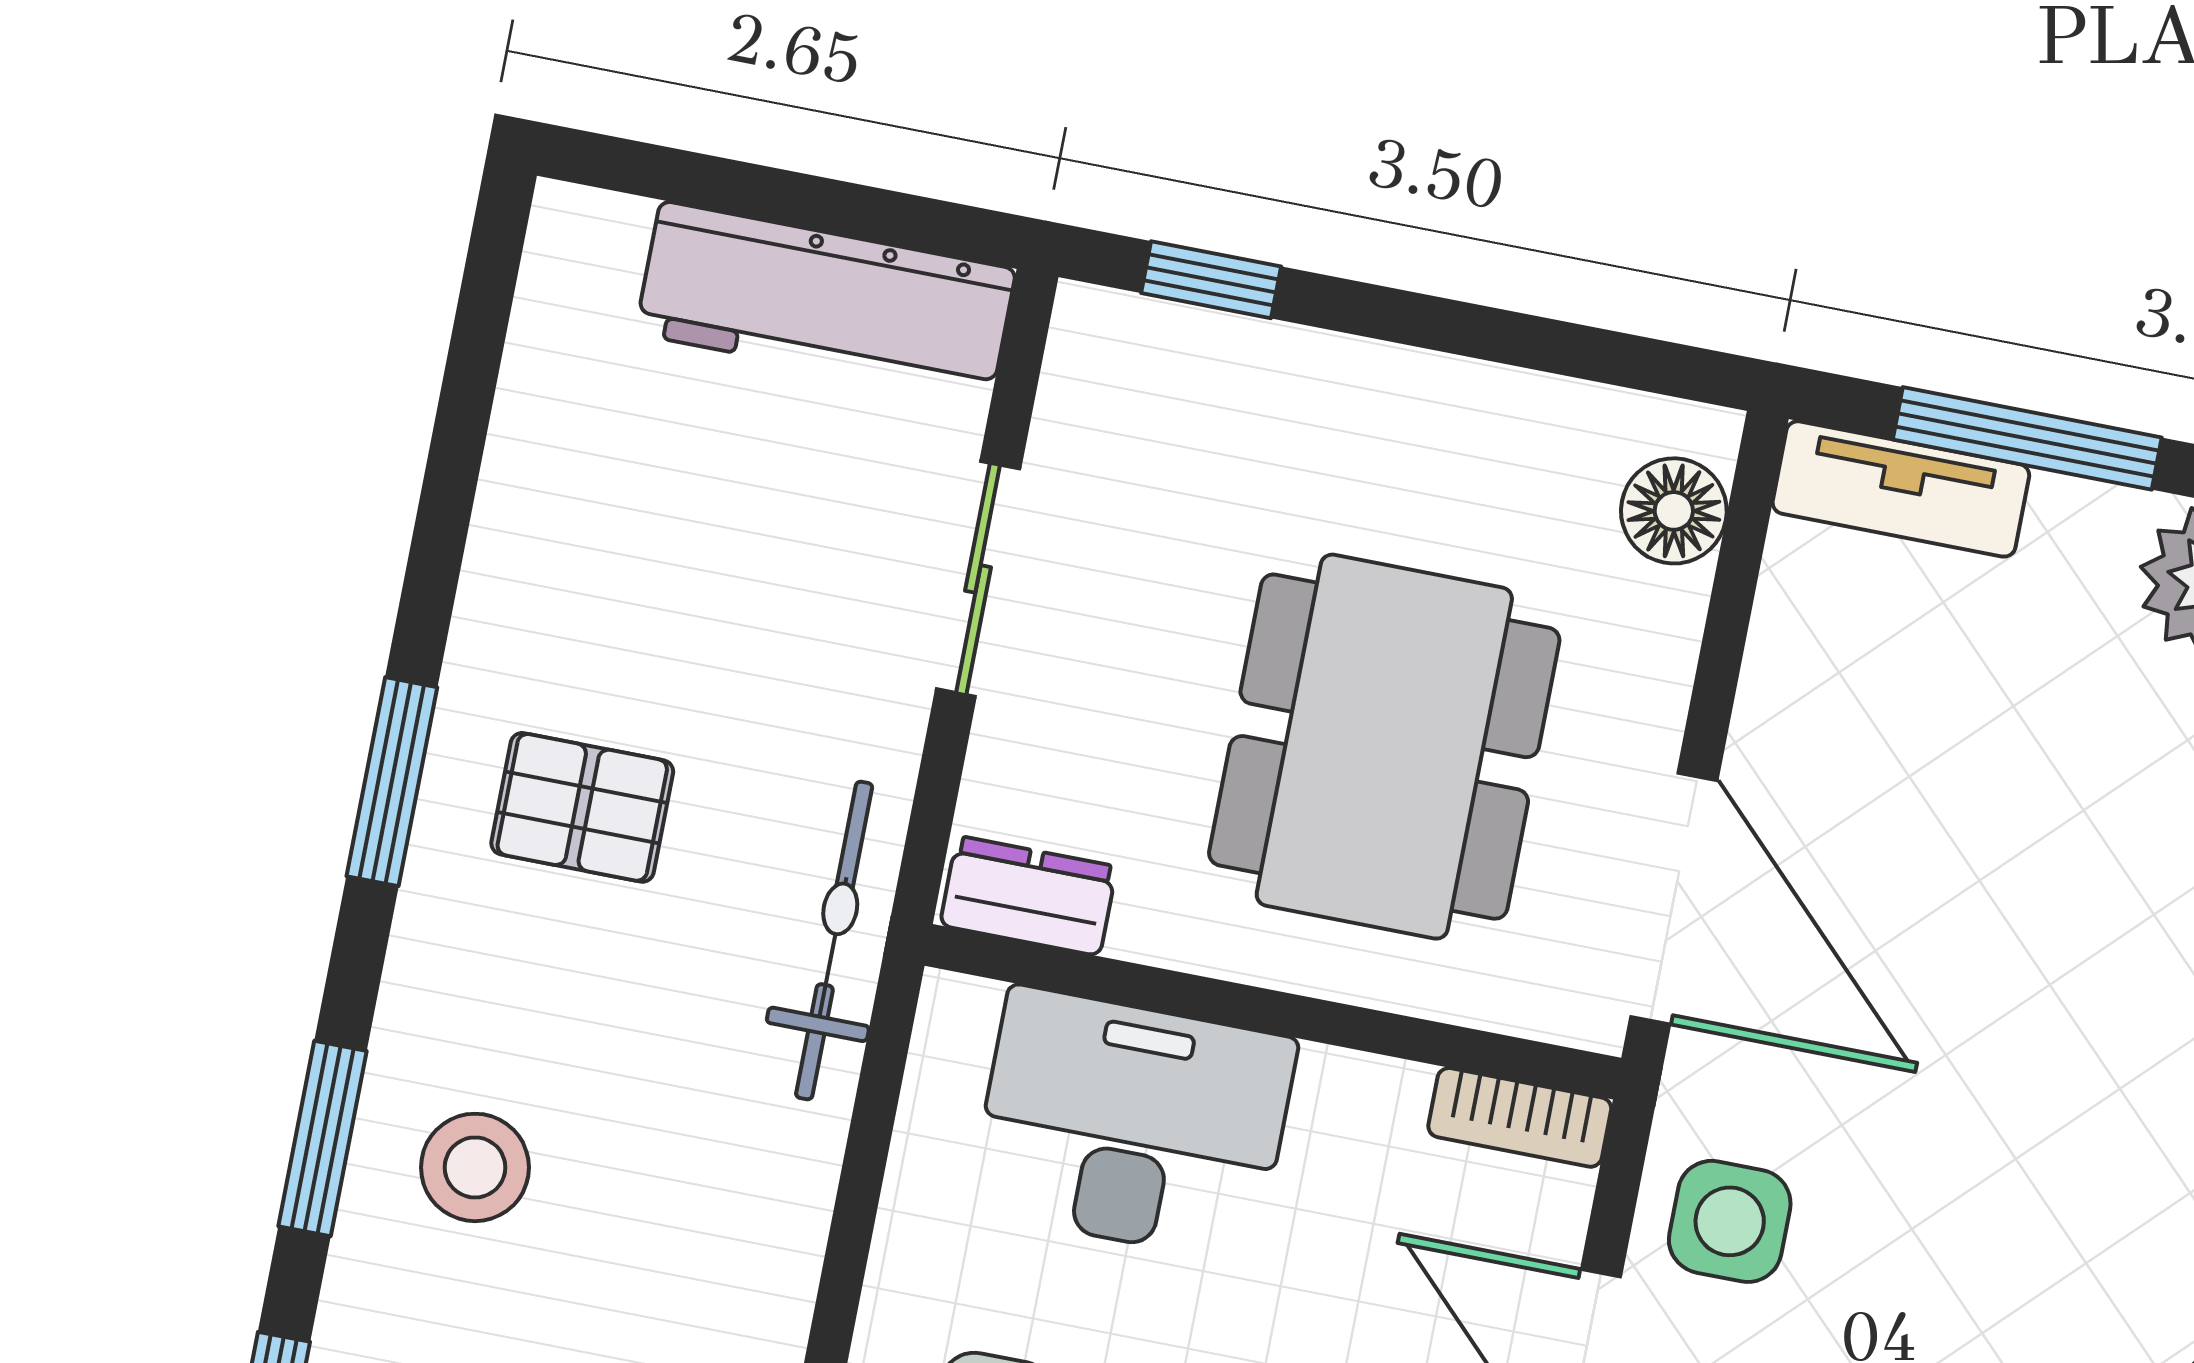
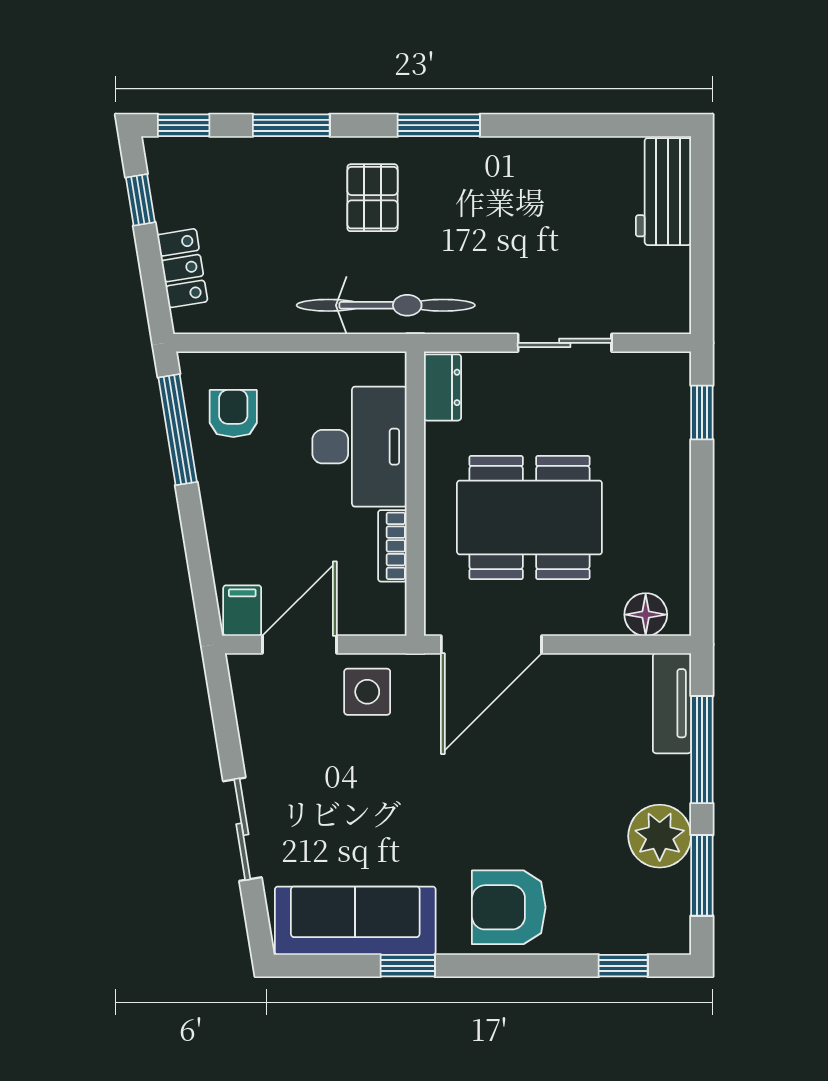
workbench: (826, 301) -> (663, 192), moved, width x0.73
pallet: (582, 807) -> (372, 198), moved
bicycle: (834, 941) -> (386, 305), width x1.37, depth x1.40
bookcase: (1520, 1117) -> (392, 546), moved
stool: (475, 1167) -> (292, 188), removed

